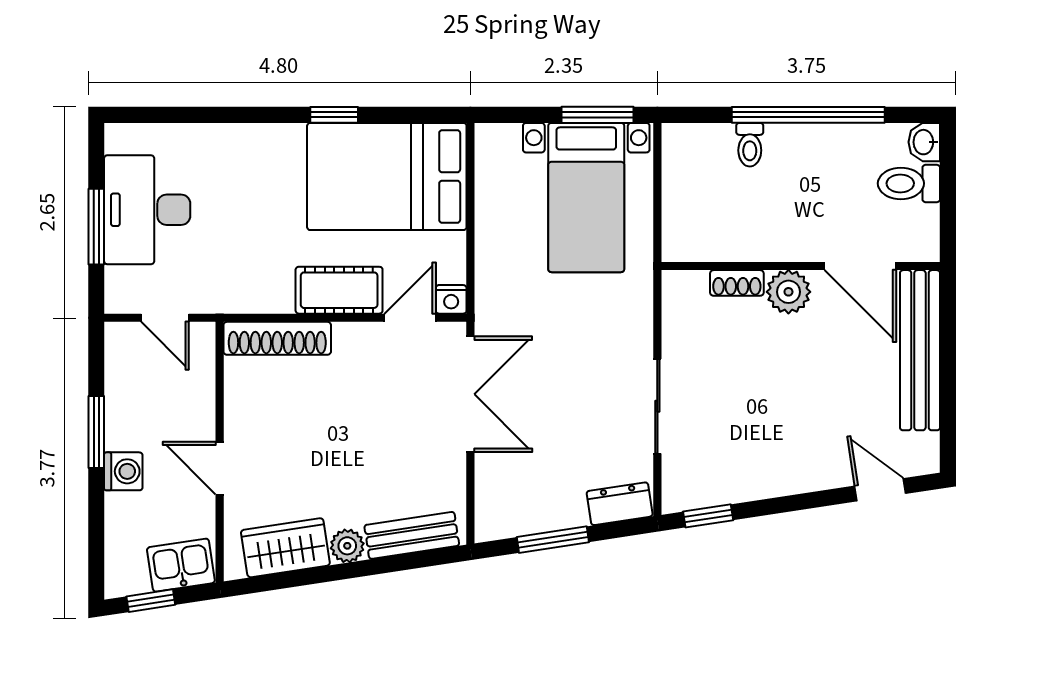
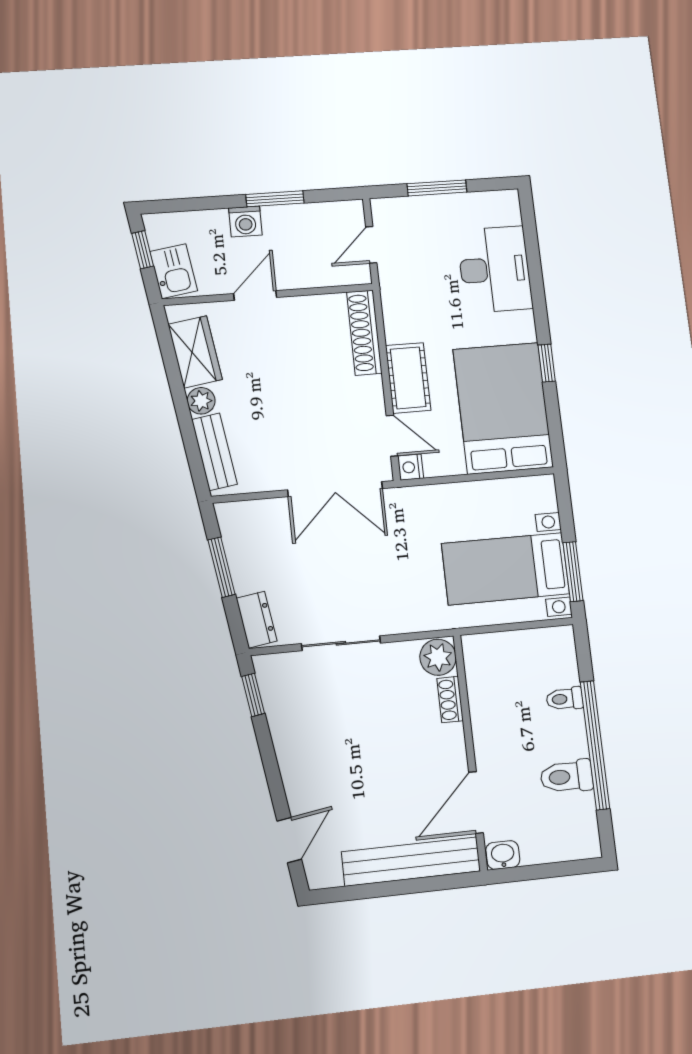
washbasin: (924, 142) -> (503, 855), moved
toilet: (909, 183) -> (567, 776), moved, turned -90
desk: (147, 210) -> (495, 269), moved, turned 90
plant: (788, 292) -> (438, 657), moved

